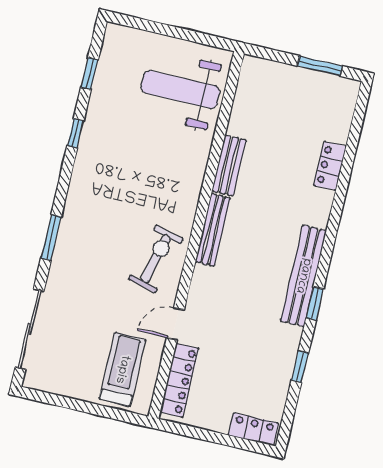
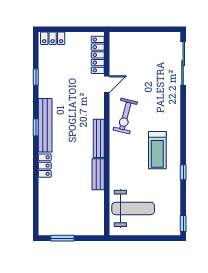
window: (89, 74) -> (183, 223), moved
locker: (330, 166) -> (45, 166), moved
window: (51, 237) -> (183, 114), removed
window: (315, 304) -> (36, 127), moved
treadmill: (122, 369) -> (157, 150), moved

